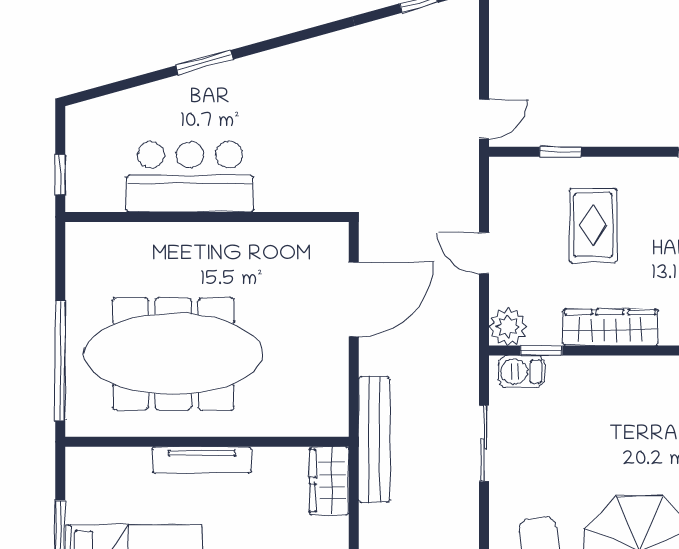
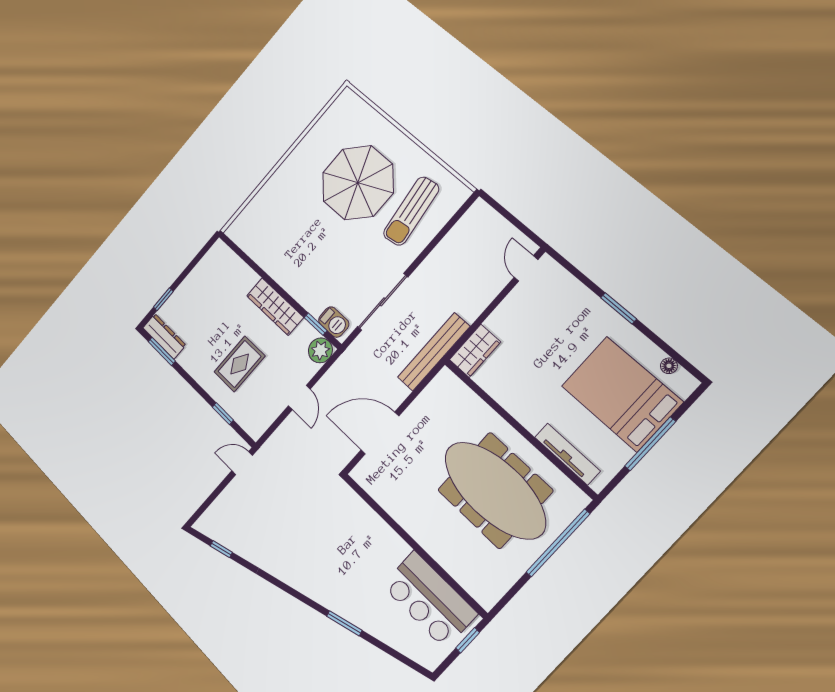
bar counter: (190, 177) -> (429, 600), moved
sliding door: (484, 443) -> (383, 302), width x1.37
tv unit: (202, 460) -> (567, 454), moved

